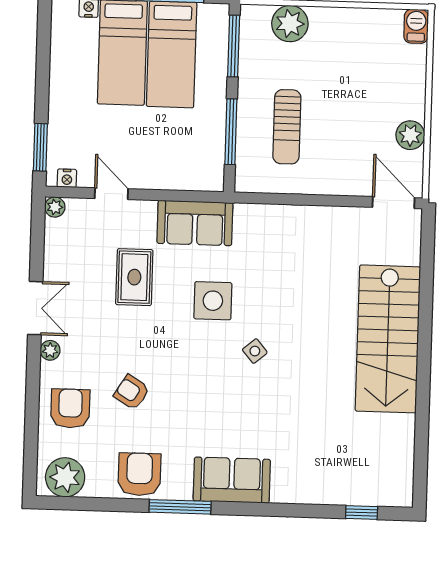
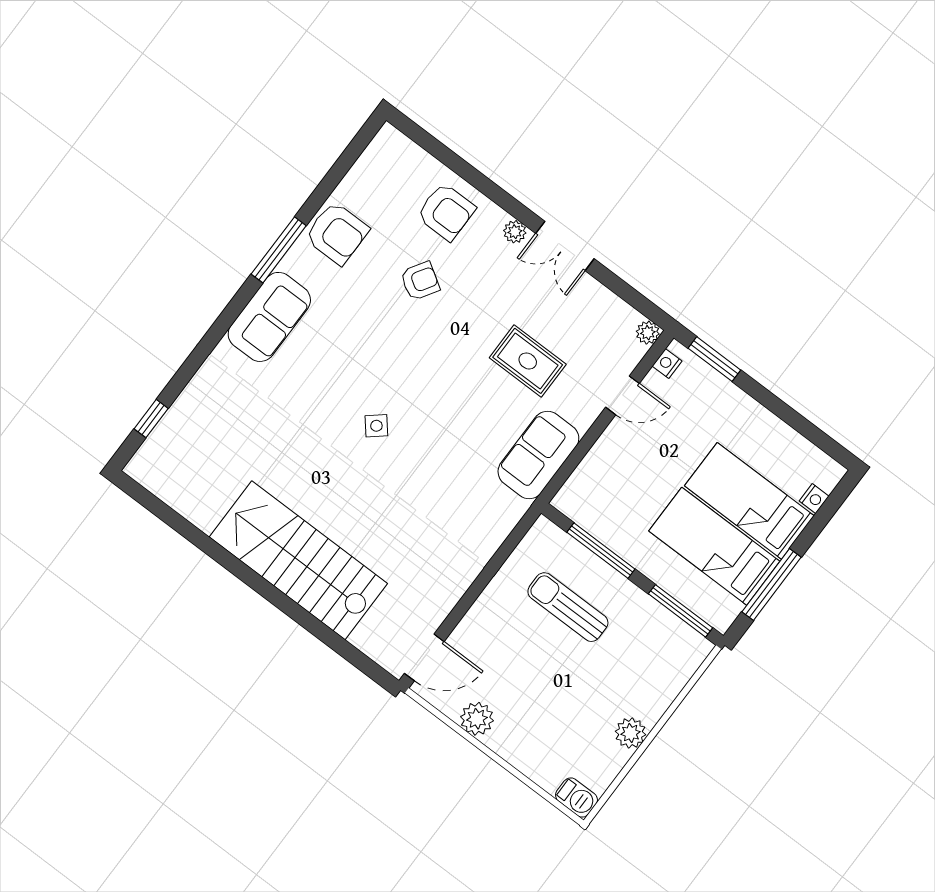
plant: (290, 24) -> (631, 733), moved, width x0.73, depth x0.73
side table: (213, 301) -> (452, 420), removed
plant: (65, 477) -> (384, 161), removed

